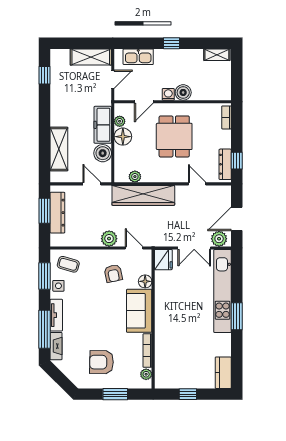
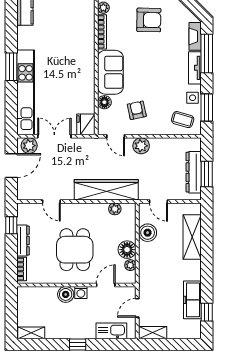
shelving: (91, 57) -> (153, 333), width x0.67, depth x0.75
freezer: (103, 125) -> (192, 300), moved, turned 180
dresser: (225, 164) -> (23, 241), moved

